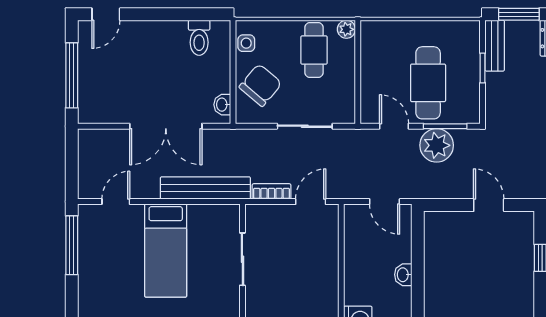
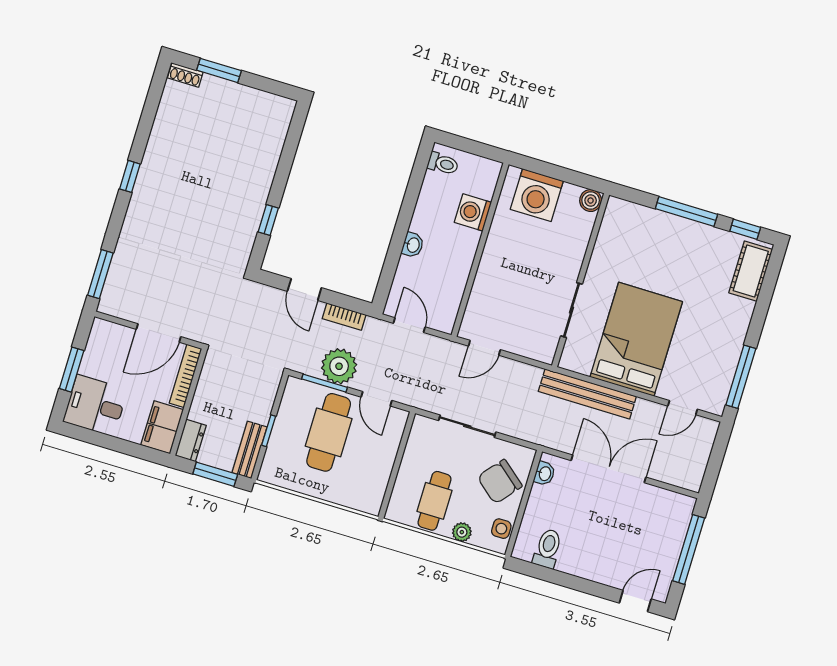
plant: (346, 29) -> (462, 532), moved
bookcase: (271, 191) -> (344, 317), moved
bed: (166, 251) -> (636, 339), width x1.50

